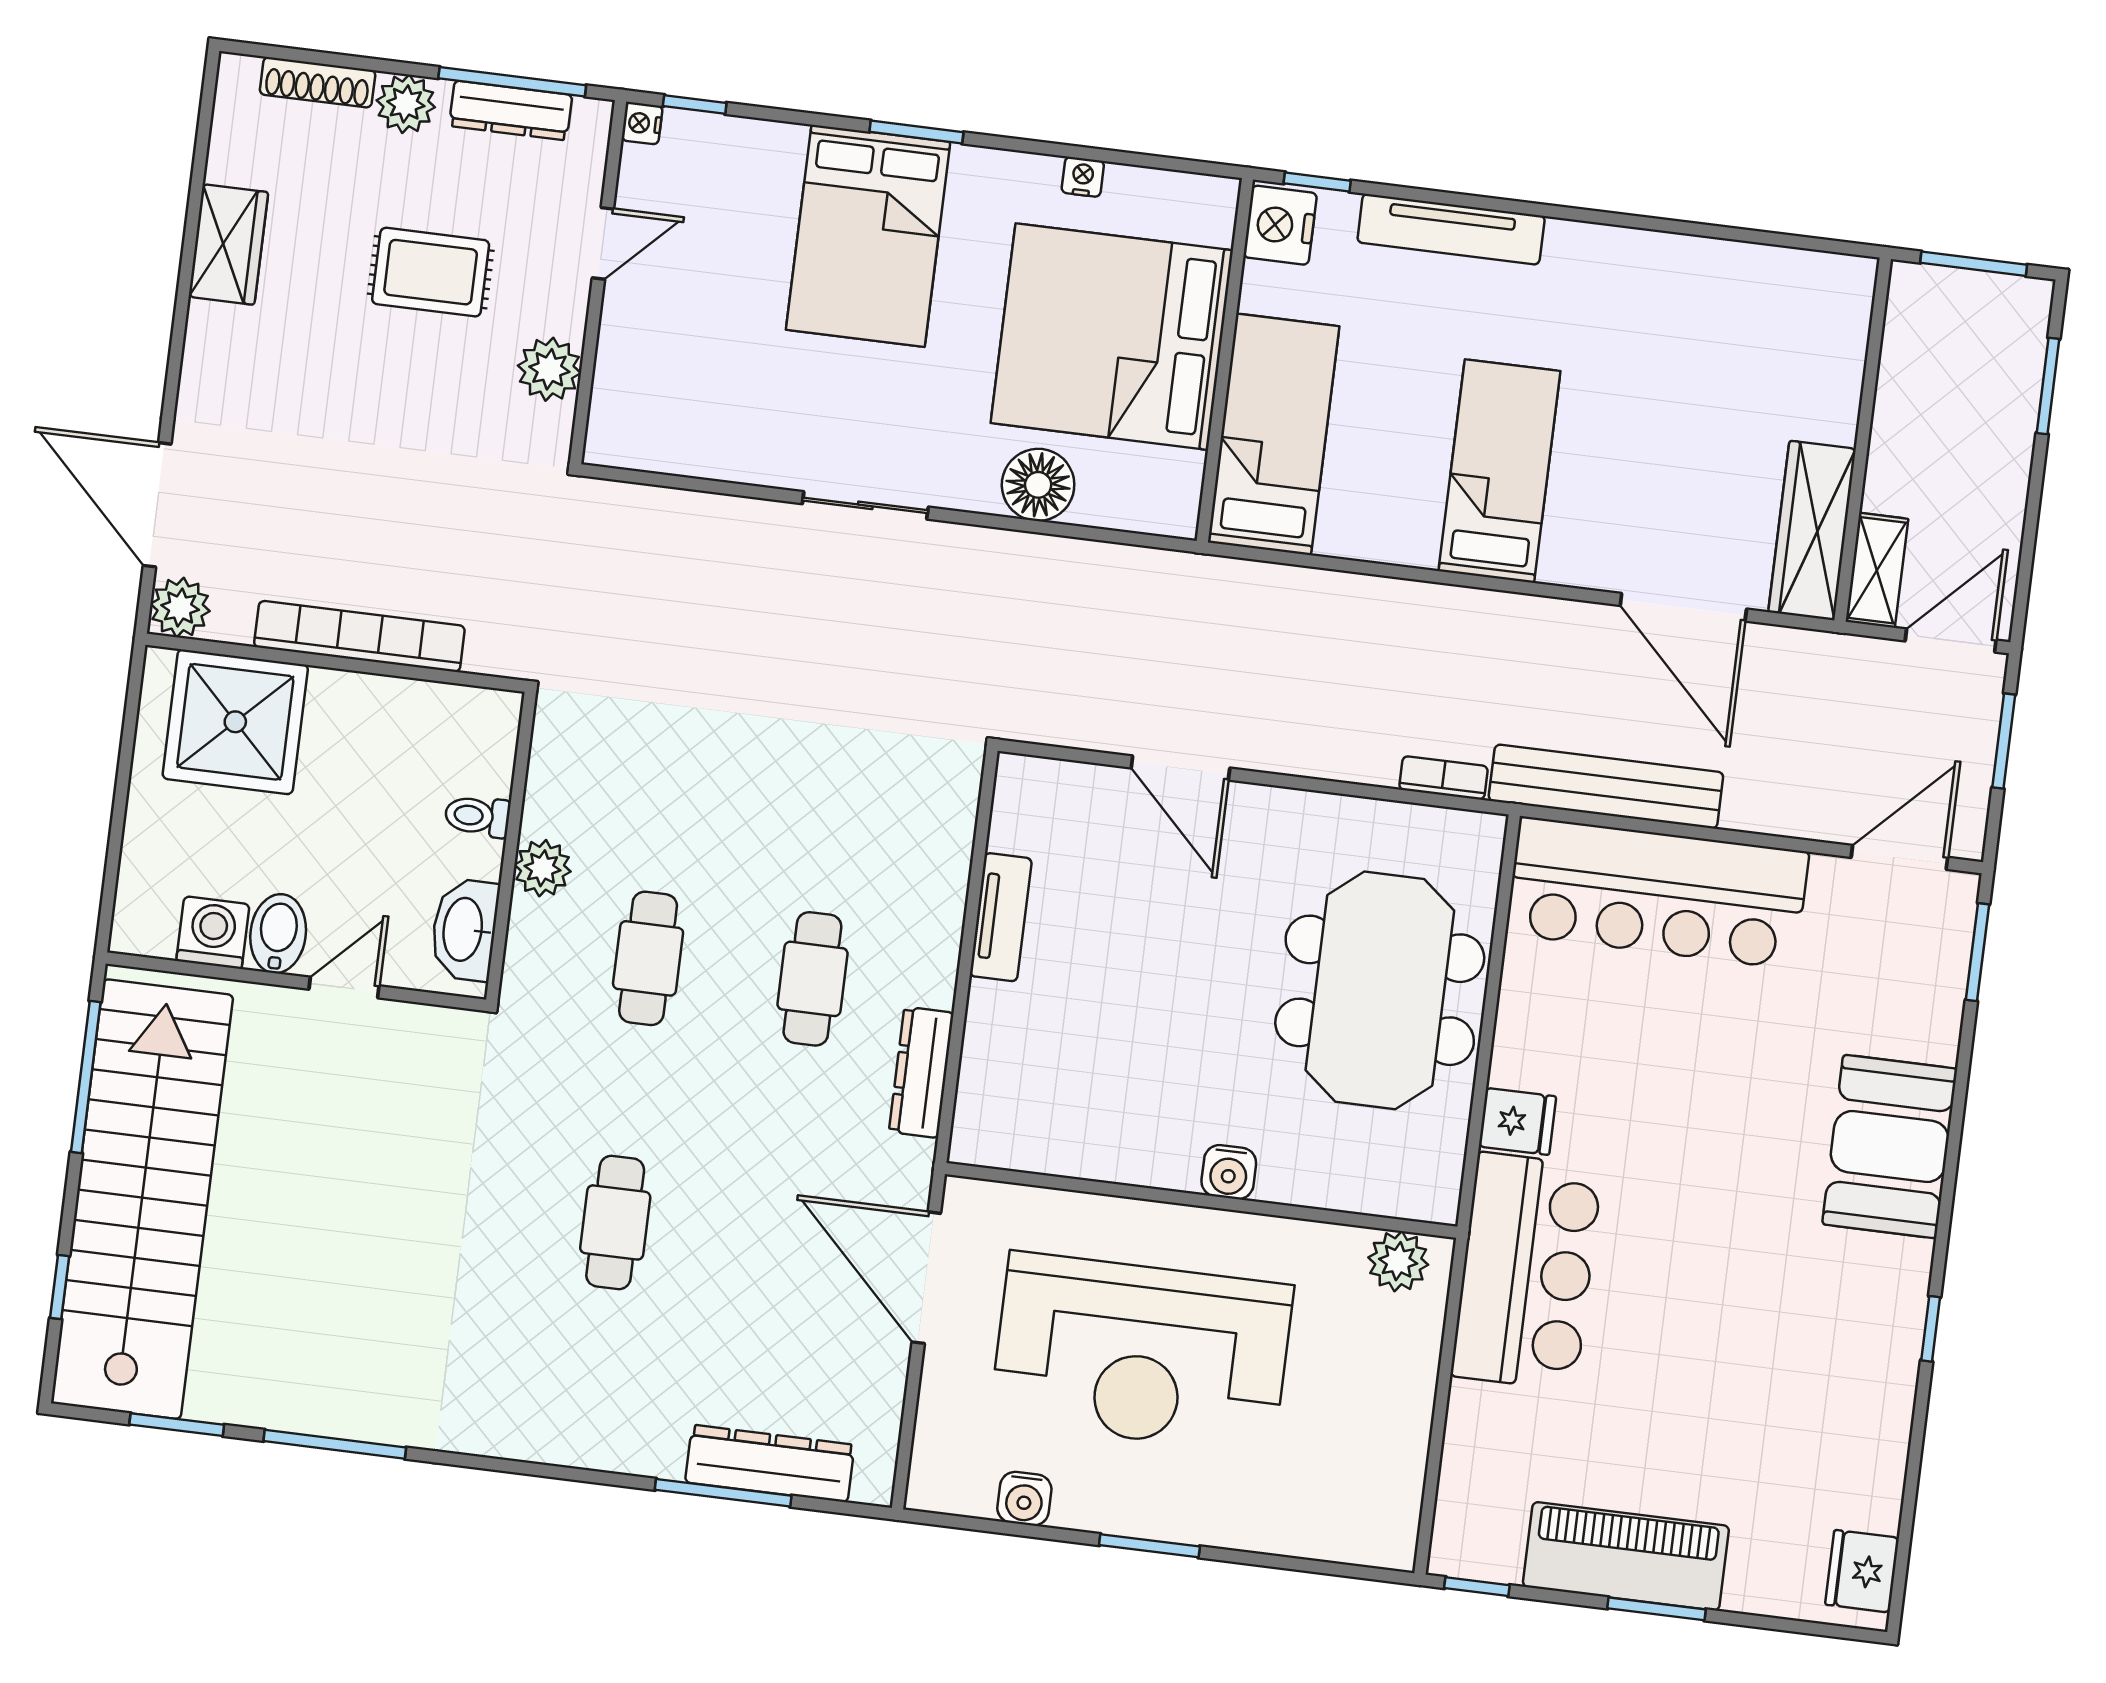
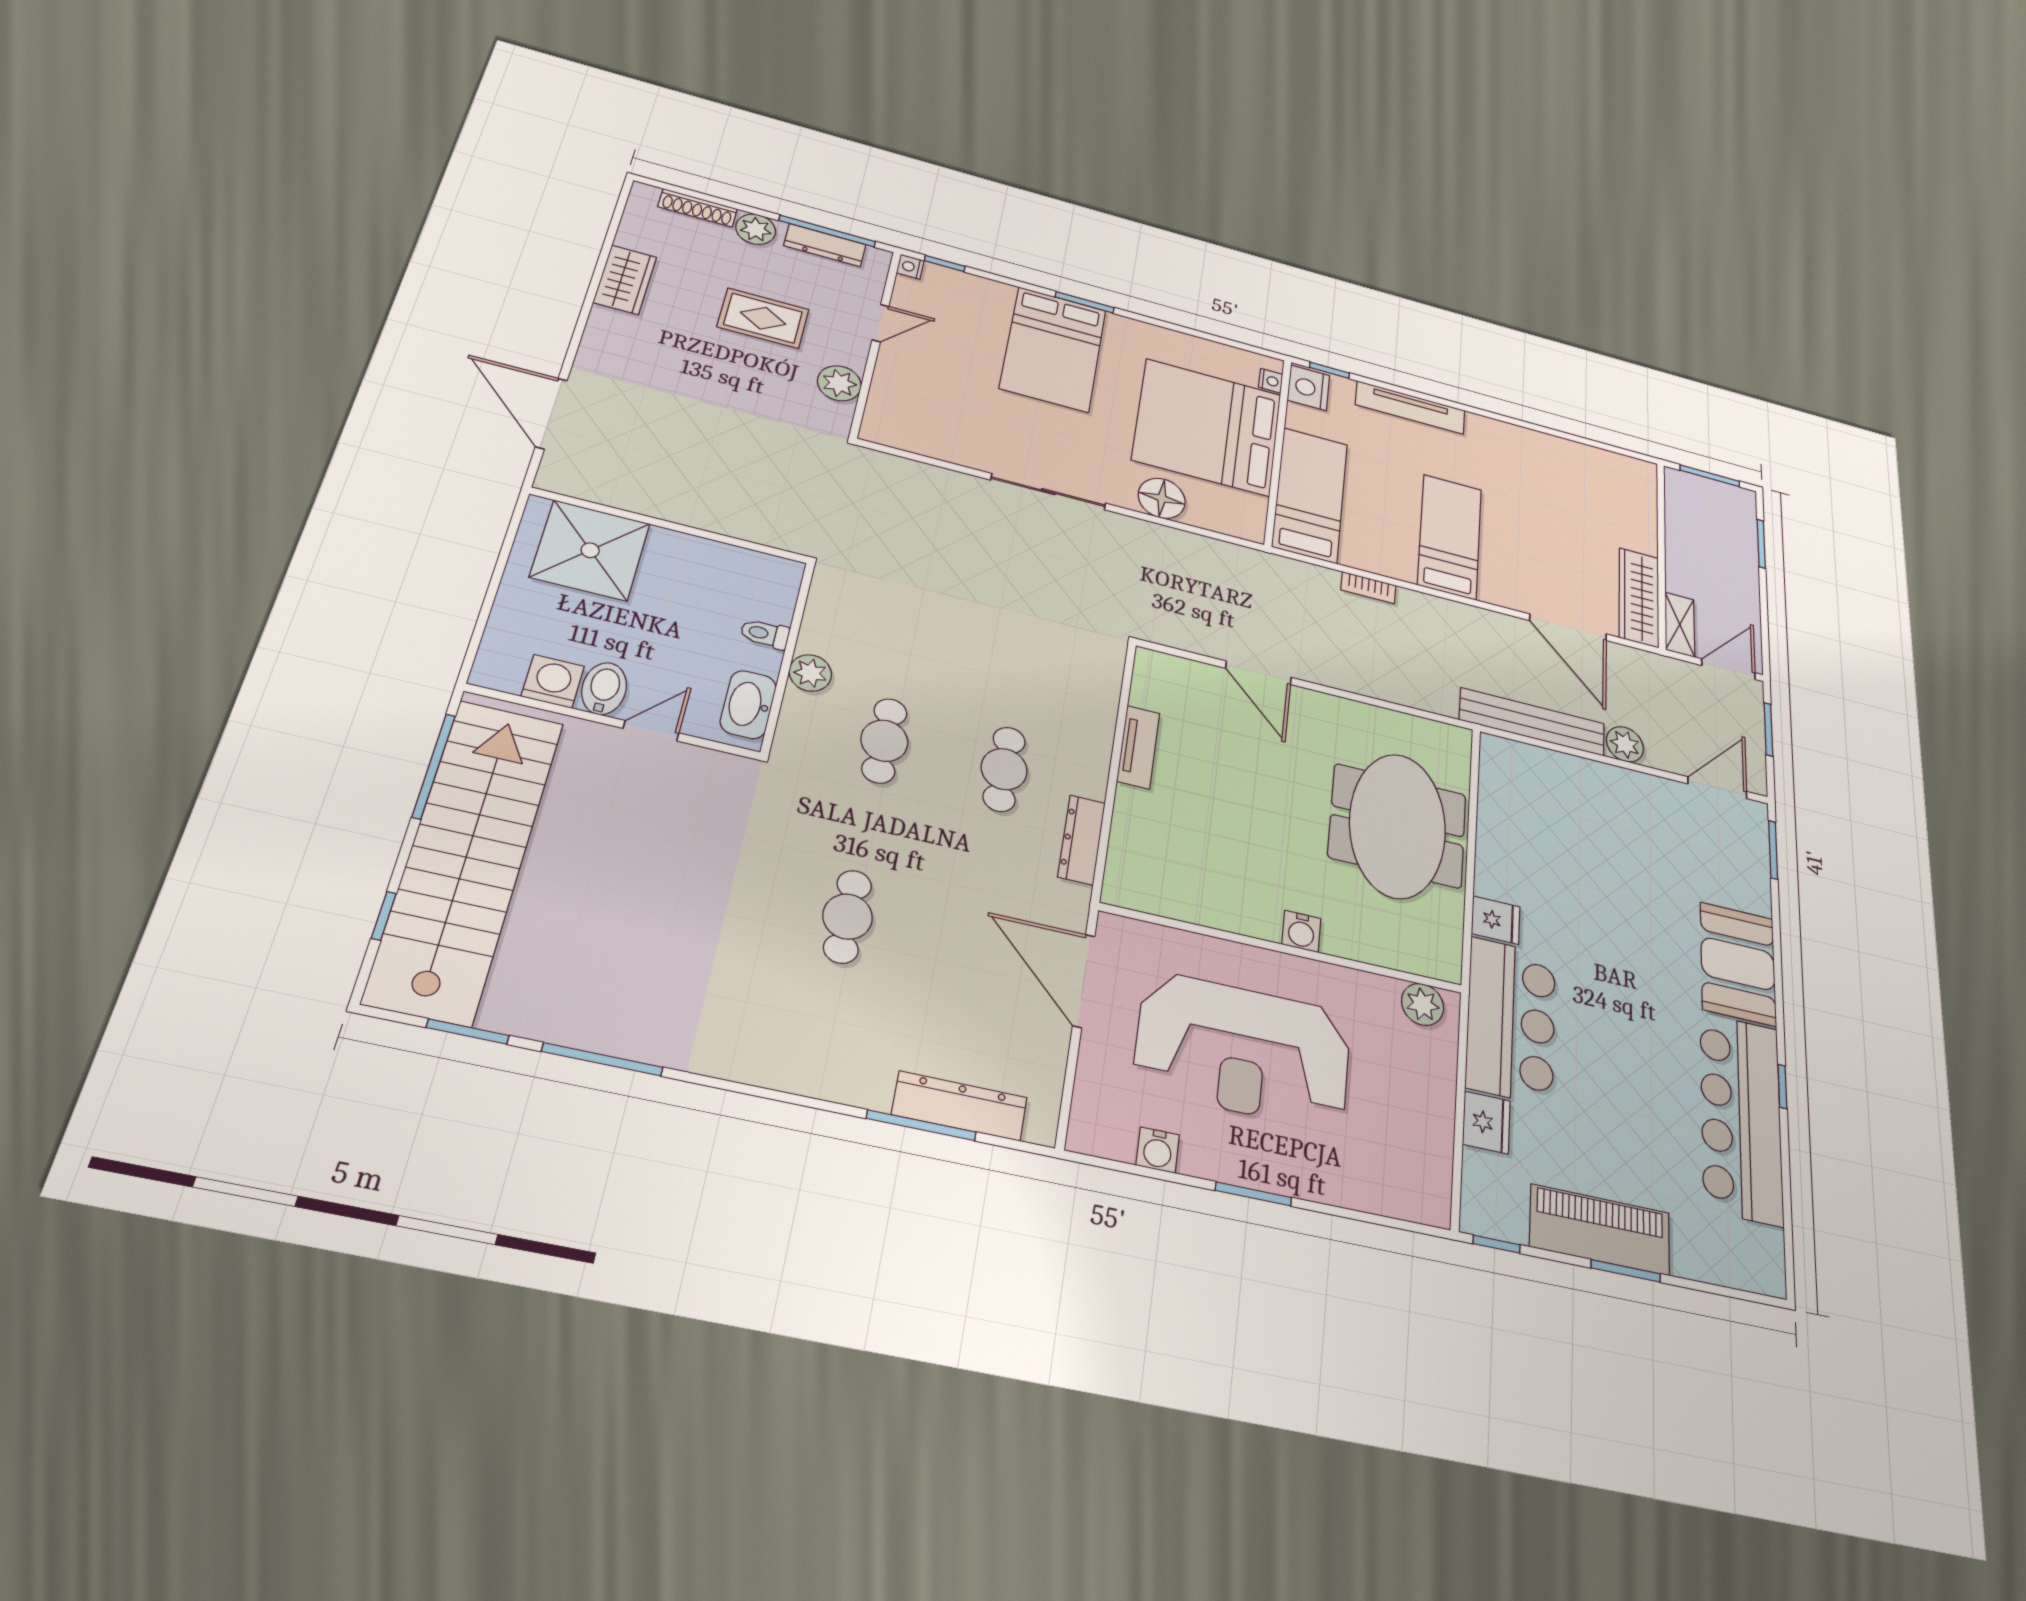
nightstand: (1083, 177) -> (1271, 381), moved, turned 90
sliding door: (865, 505) -> (1048, 492), width x1.37
plant: (180, 608) -> (1625, 744), moved
bookcase: (359, 636) -> (690, 513), removed
bookcase: (1444, 778) -> (1368, 588), moved, turned 180
bar counter: (1657, 893) -> (1741, 1118), moved, turned 90
fridge: (1862, 1571) -> (1486, 1123), moved, turned 180

